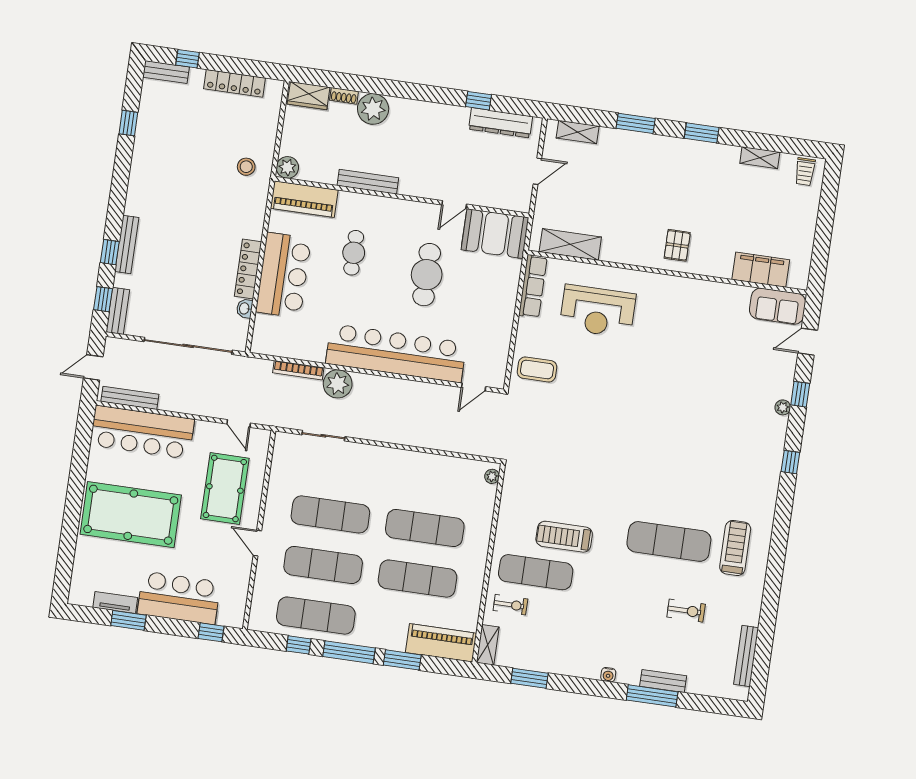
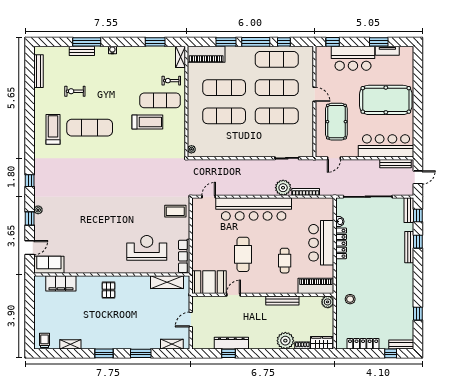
dresser: (501, 123) -> (231, 343), moved
door: (239, 423) -> (334, 158), swing flipped
treadmill: (735, 548) -> (53, 129), turned 180

